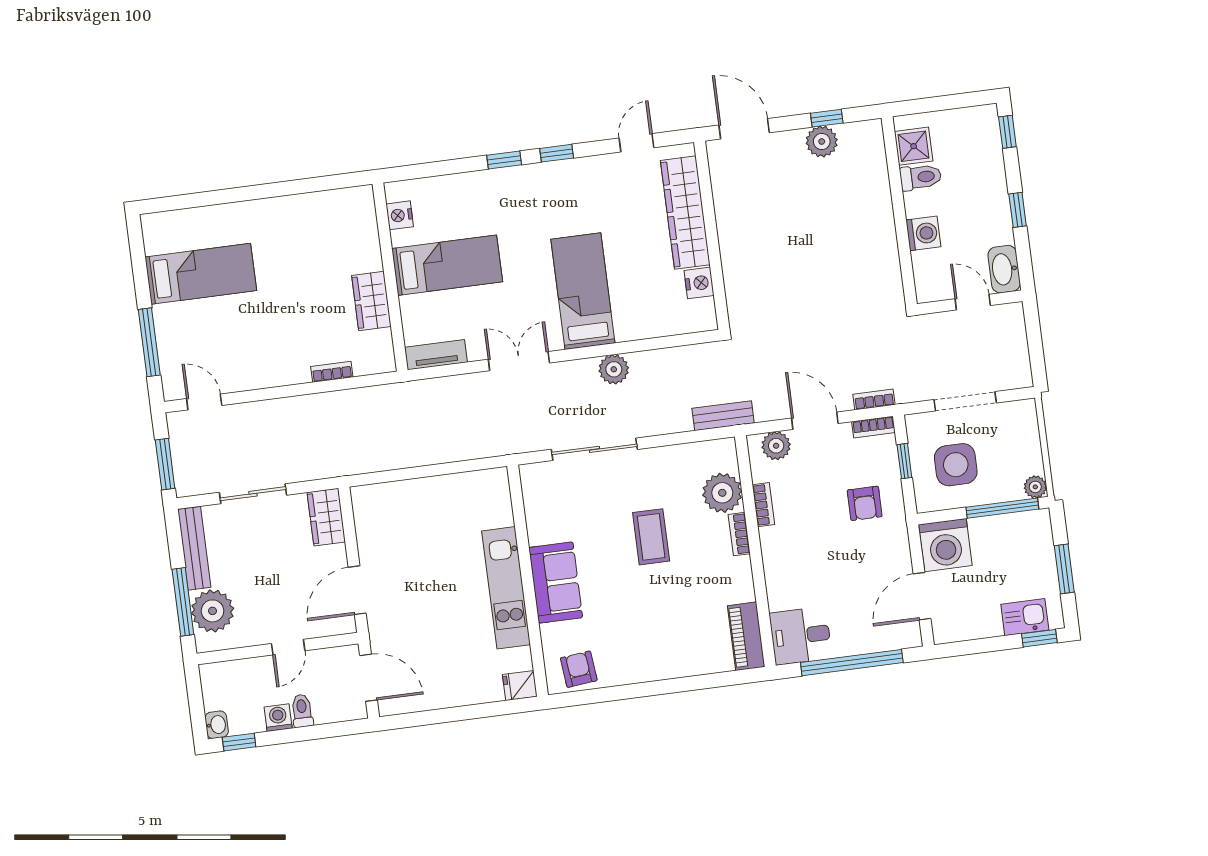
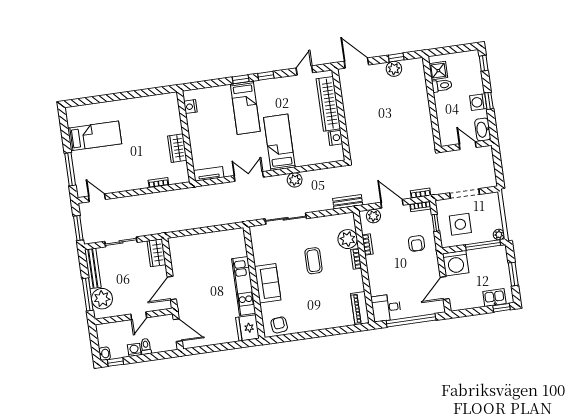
washing machine: (923, 233) -> (478, 102), moved, turned 180
bed: (447, 265) -> (245, 108), moved, turned 90
fridge: (520, 685) -> (247, 328), width x1.88, depth x1.34

